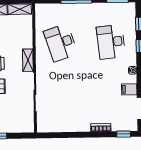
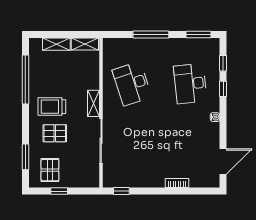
filing cabinet: (129, 89) -> (211, 139), removed
window: (124, 134) -> (121, 191), moved

